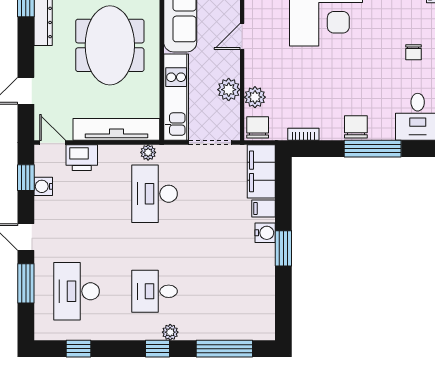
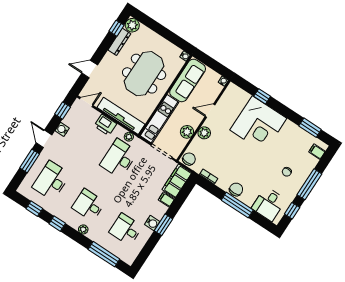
plant: (255, 97) -> (204, 133), moved
door: (53, 143) -> (86, 102), hinge flipped
printer: (82, 158) -> (105, 125), moved
water cooler: (43, 186) -> (62, 129), moved
water cooler: (265, 233) -> (152, 223), moved
desk: (233, 291) -> (126, 229), added
window: (157, 349) -> (57, 224), moved

